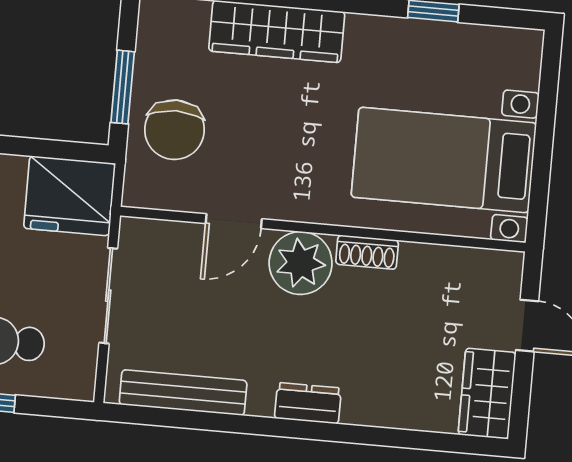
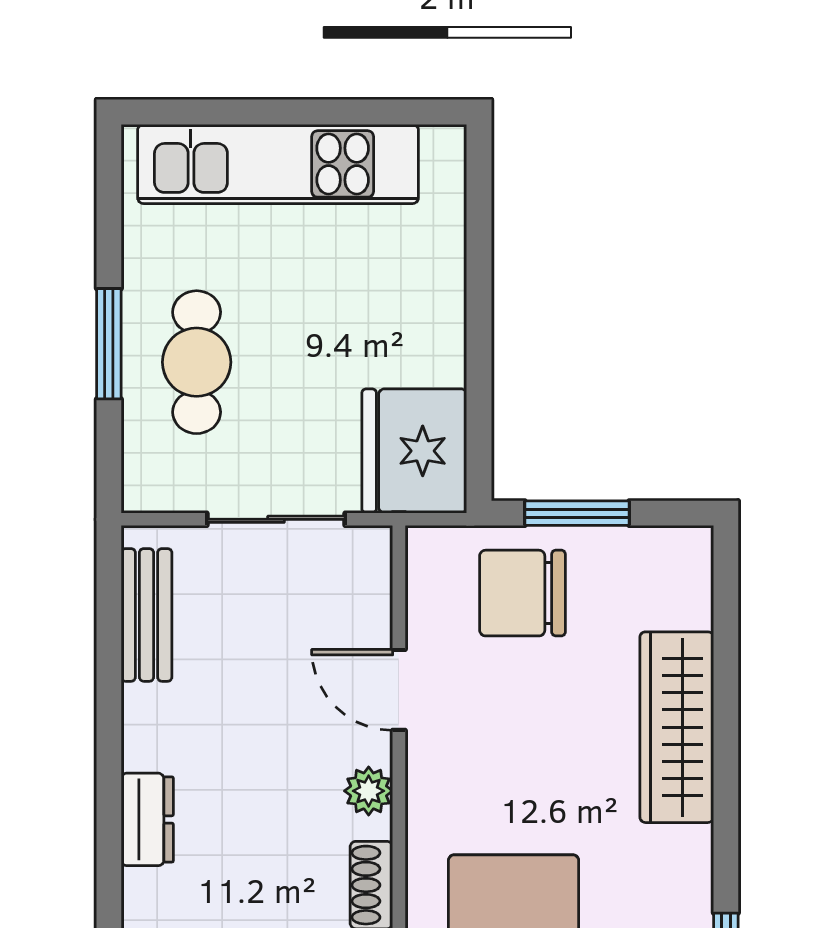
plant: (301, 263) -> (369, 791), width x0.53, depth x0.53
bench: (183, 393) -> (147, 615), width x0.73

